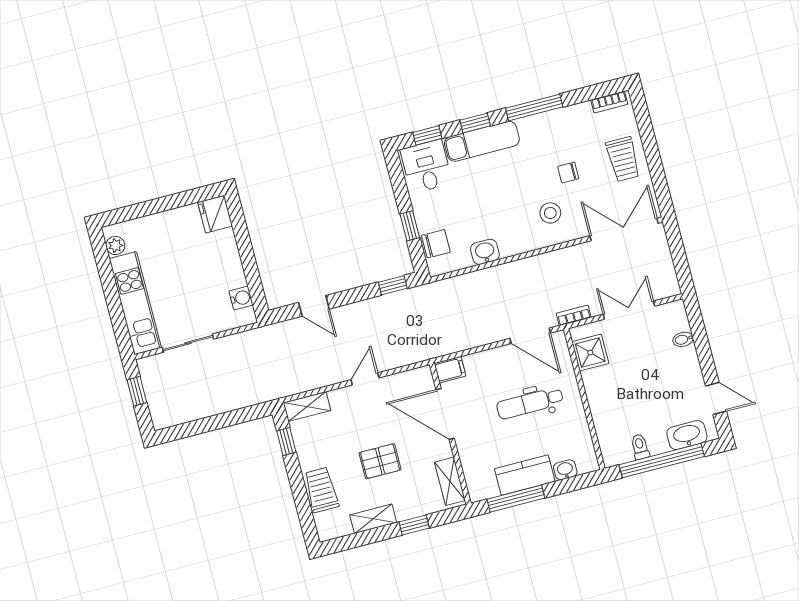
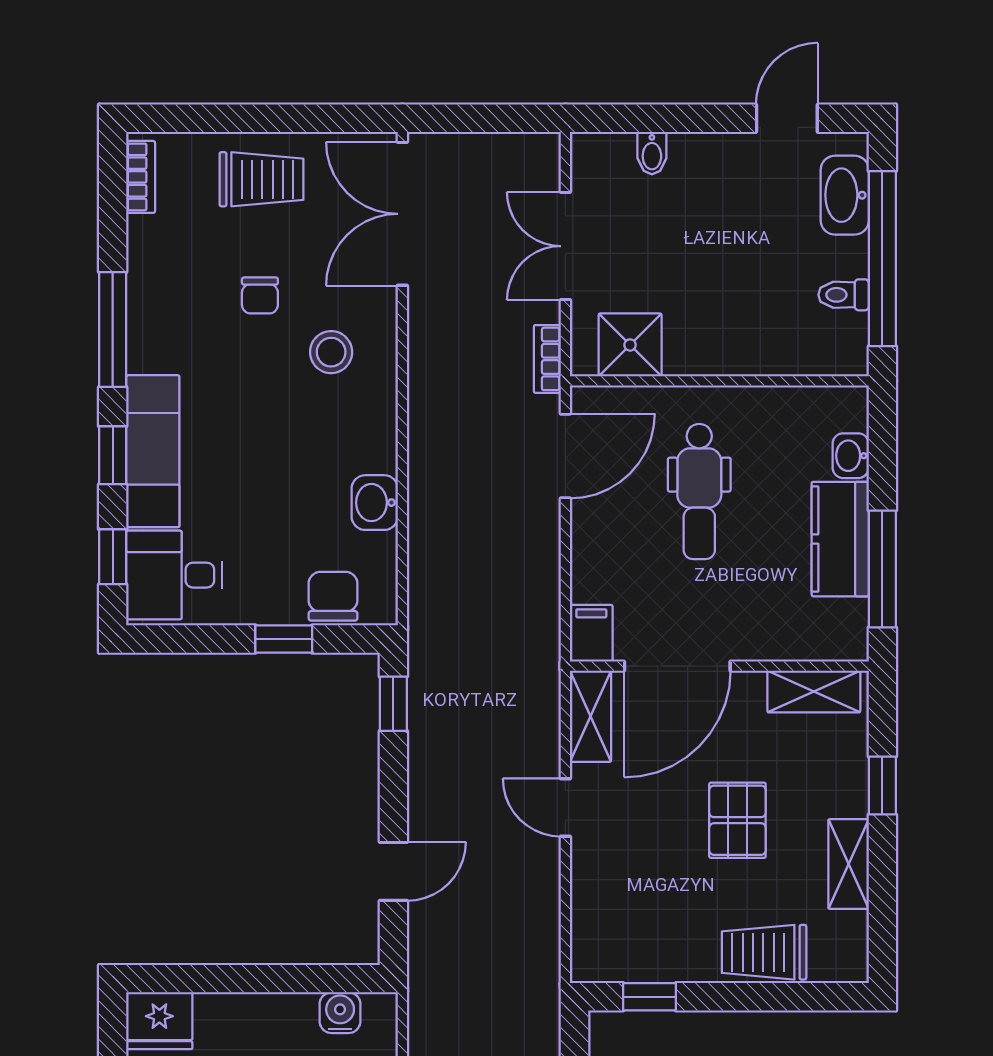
shelving: (307, 407) -> (591, 716), moved

